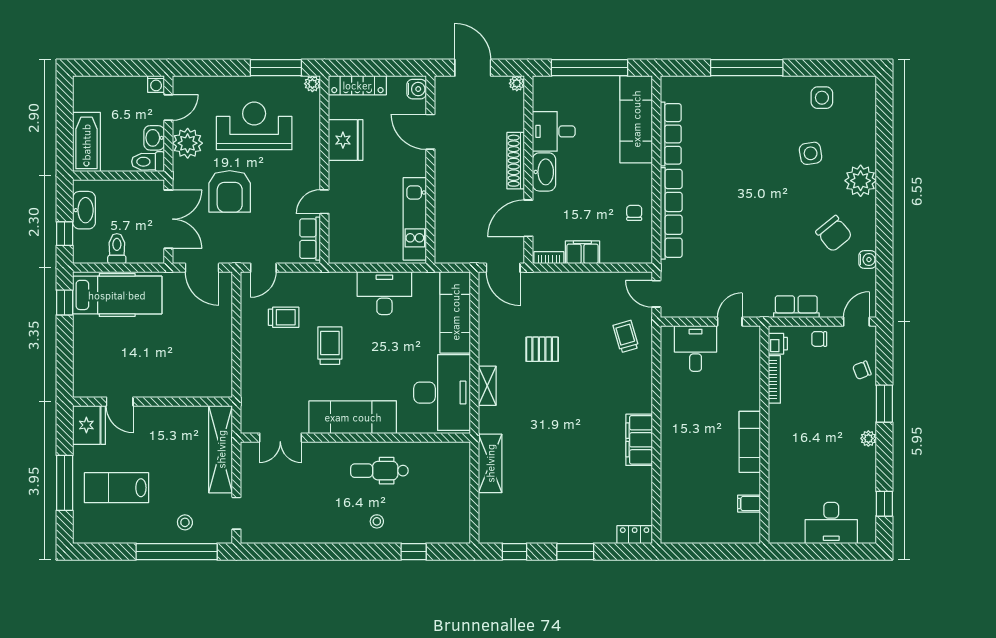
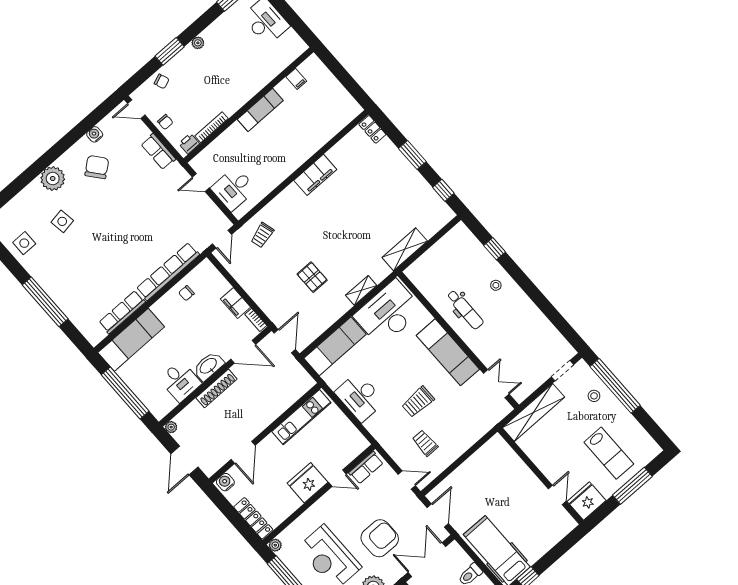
fridge: (346, 140) -> (307, 483), moved

